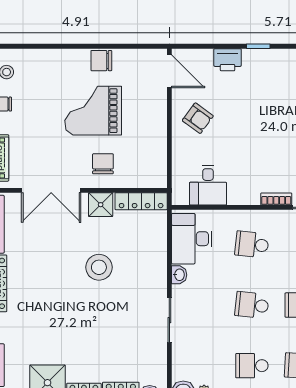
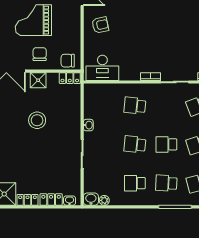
armchair: (198, 118) -> (100, 25), turned -48
chair: (147, 174) -> (68, 61), added
desk: (208, 185) -> (102, 68), width x1.37
locker: (141, 201) -> (70, 78), width x0.66
desk: (192, 239) -> (96, 102), removed

